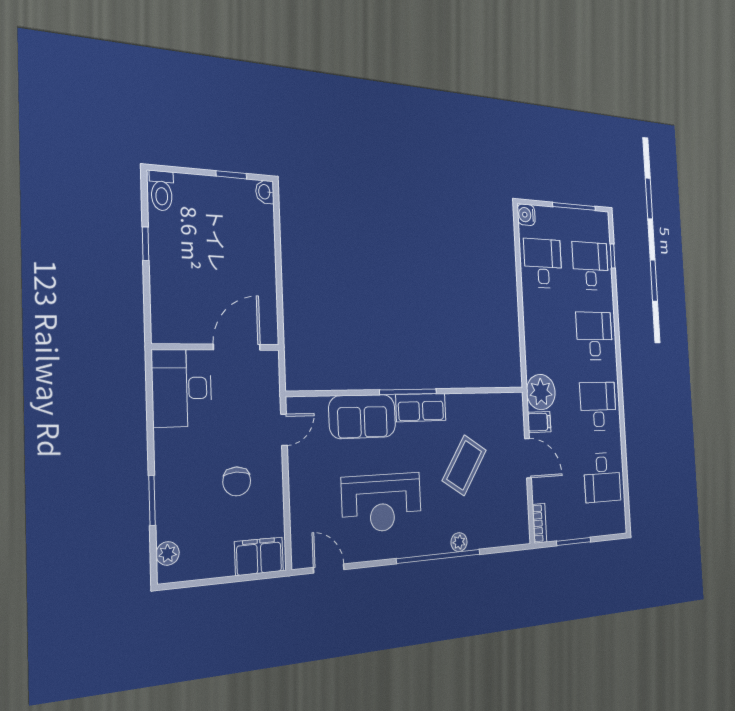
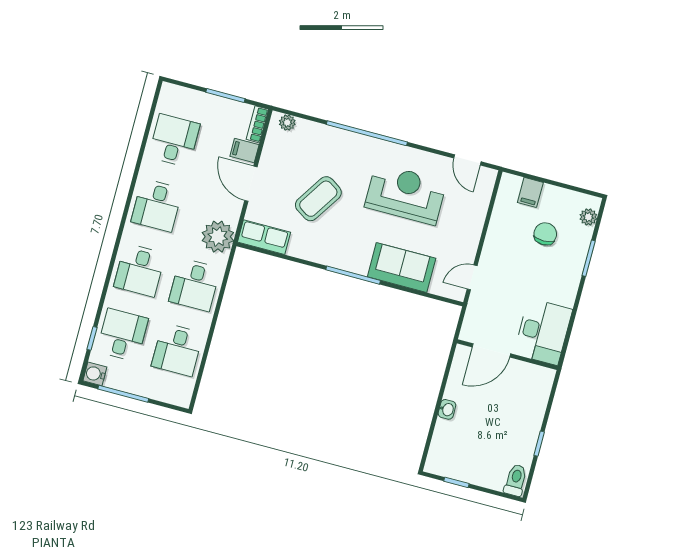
washbasin: (265, 192) -> (447, 409), moved
water cooler: (526, 215) -> (95, 374), moved, turned 180
desk: (590, 266) -> (122, 335), turned 180
desk: (547, 335) -> (194, 285), added
row of seats: (421, 408) -> (264, 237), moved
filing cabinet: (539, 422) -> (244, 151), moved
chair: (237, 481) -> (545, 234), moved
plant: (459, 542) -> (287, 123), moved
filing cabinet: (259, 556) -> (530, 192), width x0.50

